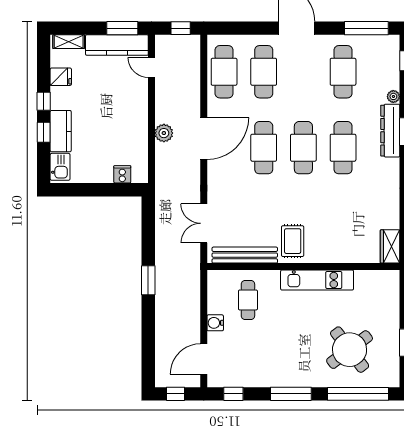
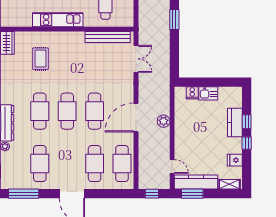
kitchen sink: (60, 167) -> (208, 93), moved, turned -90
rug: (293, 241) -> (40, 59), moved

